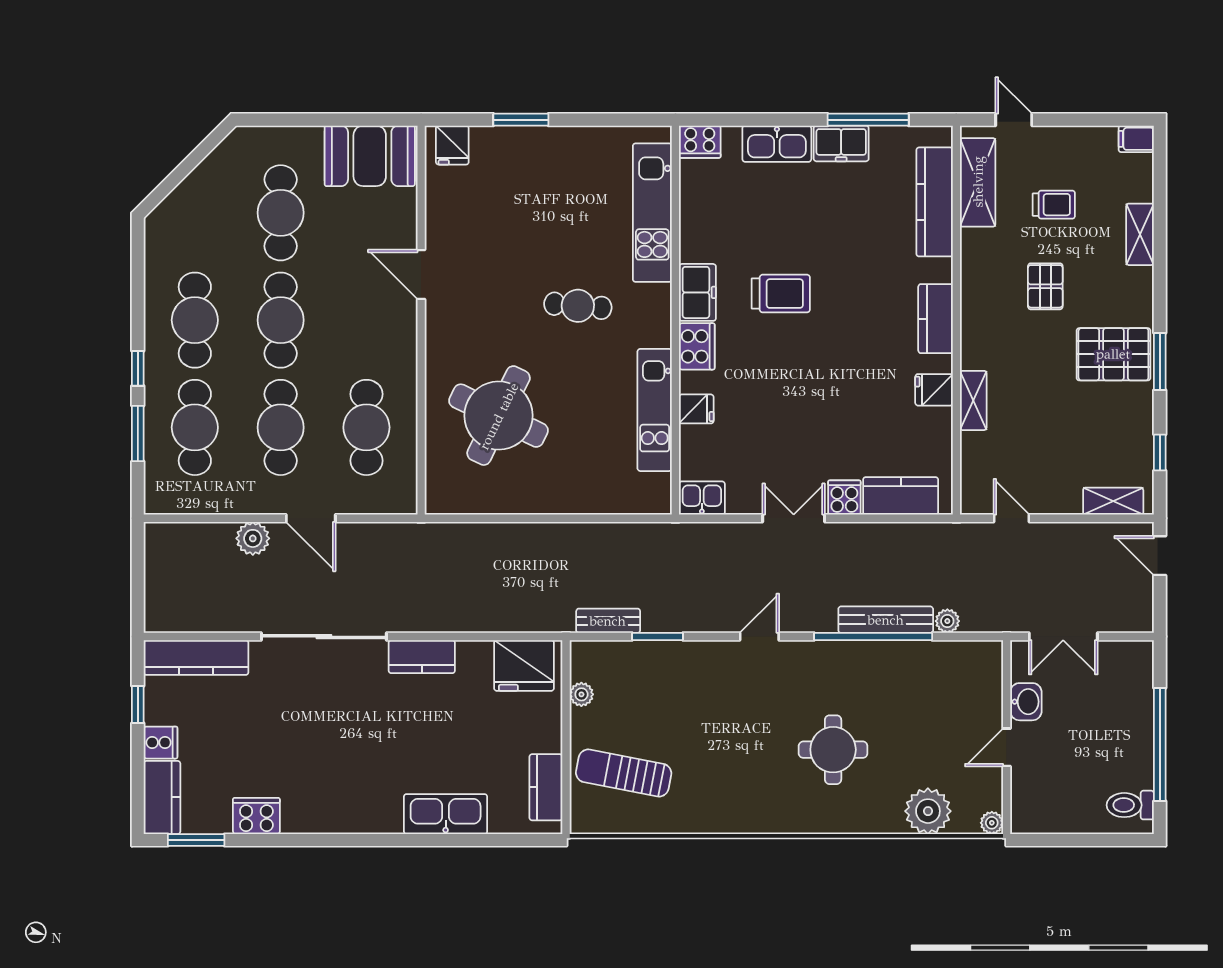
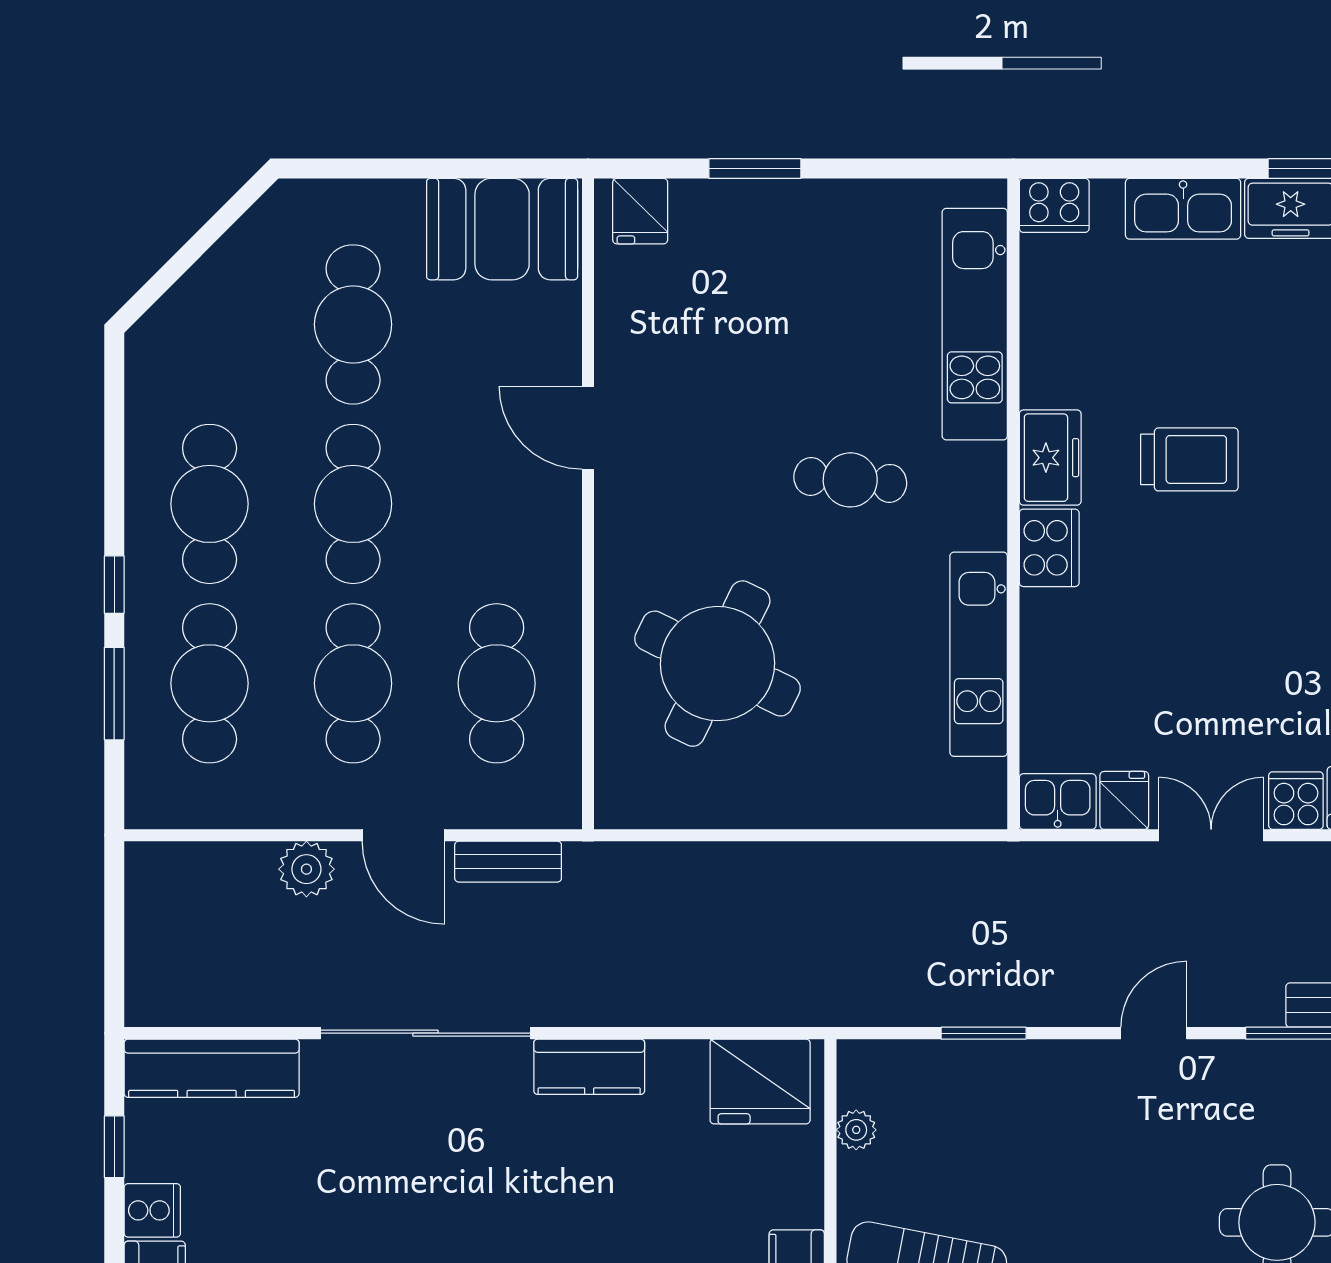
fridge: (696, 409) -> (1124, 800), moved, turned -90
bench: (608, 621) -> (508, 862), moved

